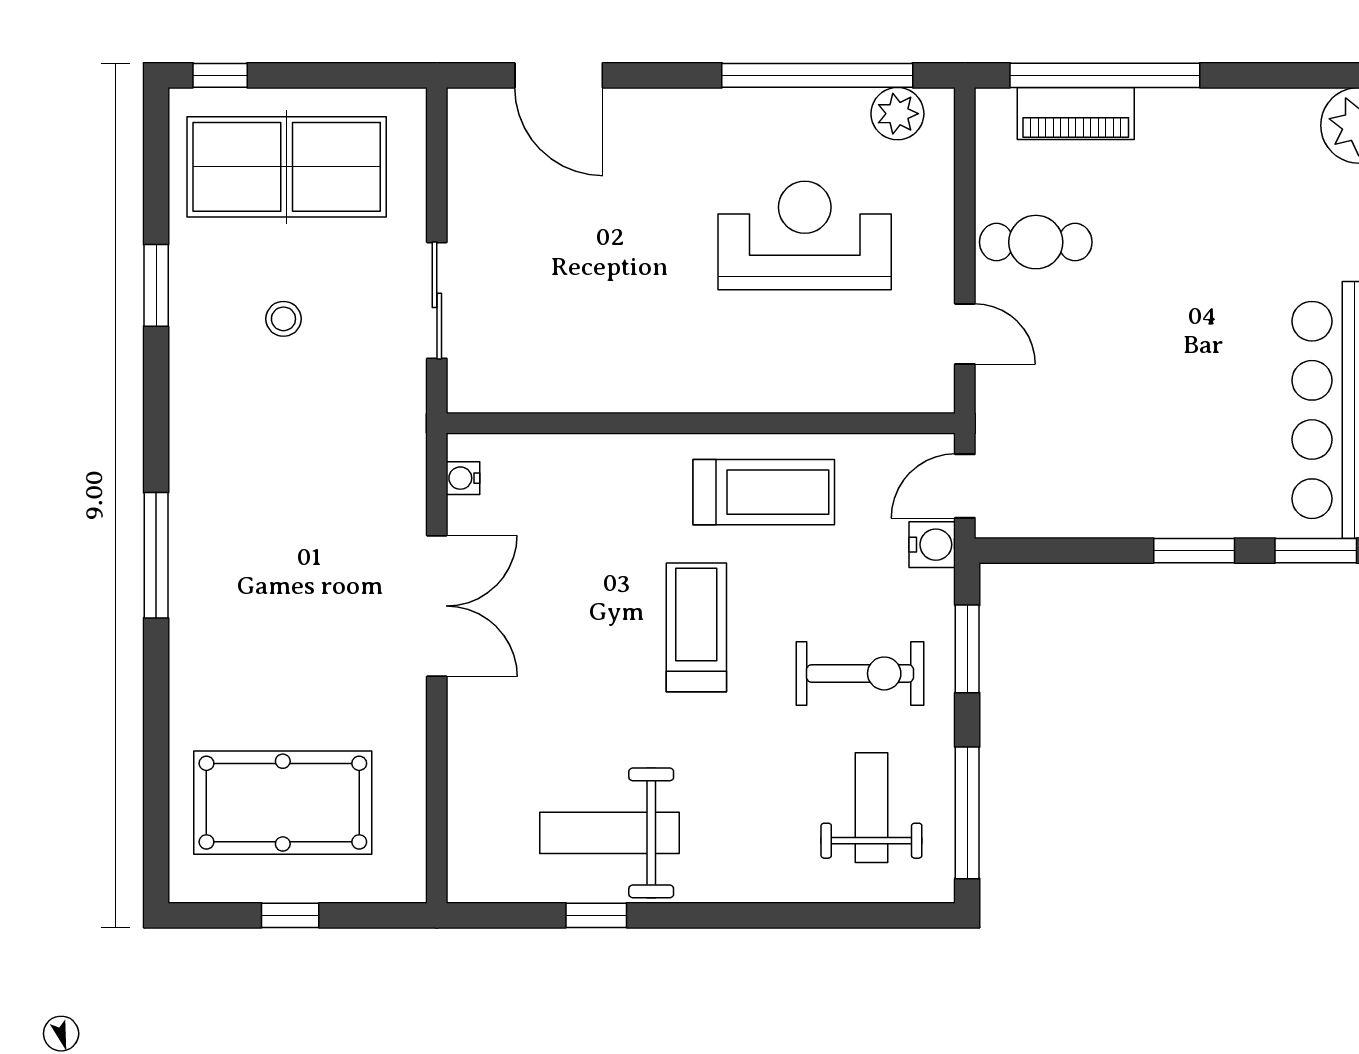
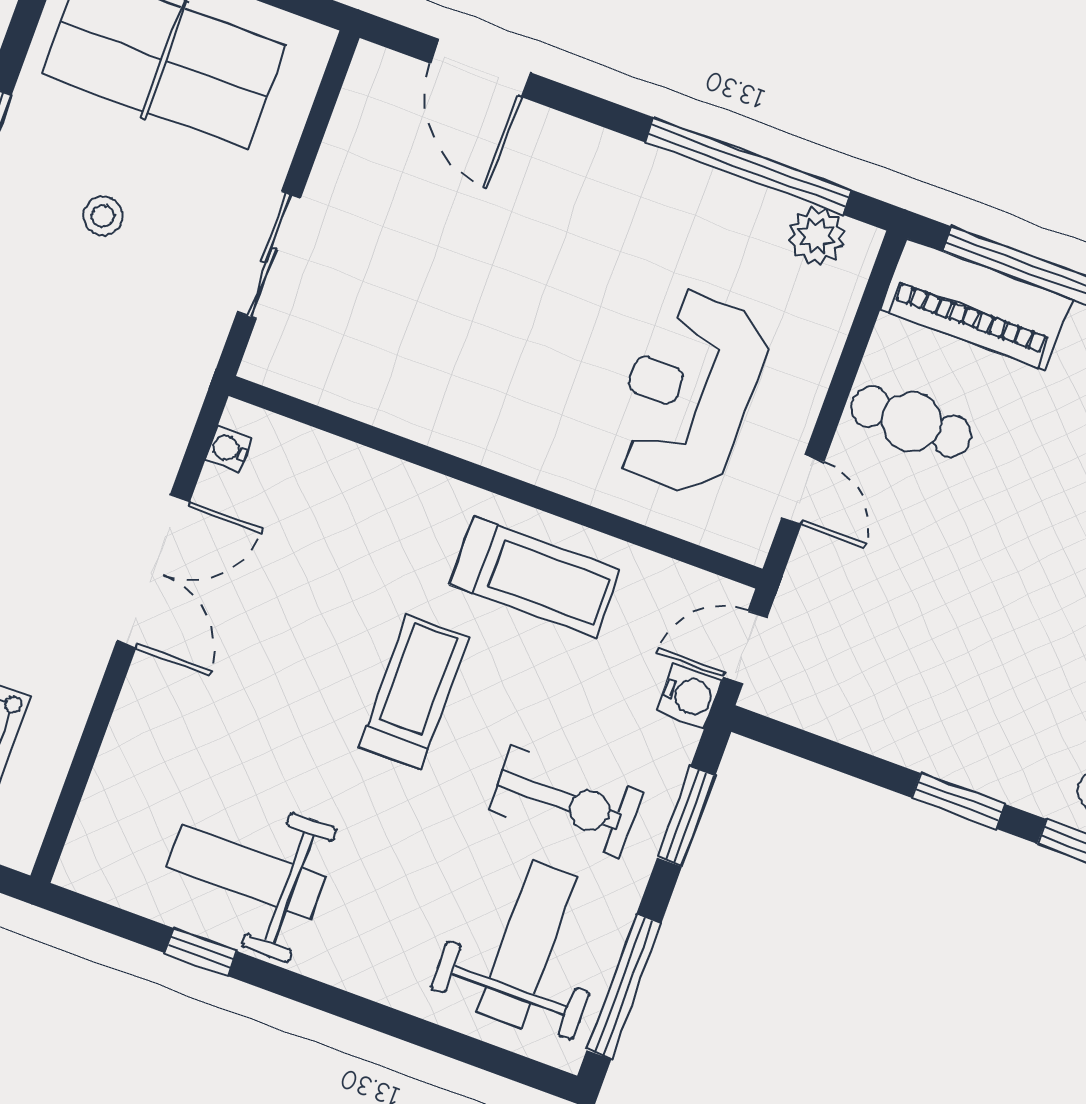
piano: (1076, 113) -> (976, 304), width x1.37, depth x1.33
reception desk: (805, 236) -> (689, 392), moved, turned -90
weight bench: (871, 808) -> (527, 945), width x1.36, depth x1.33

